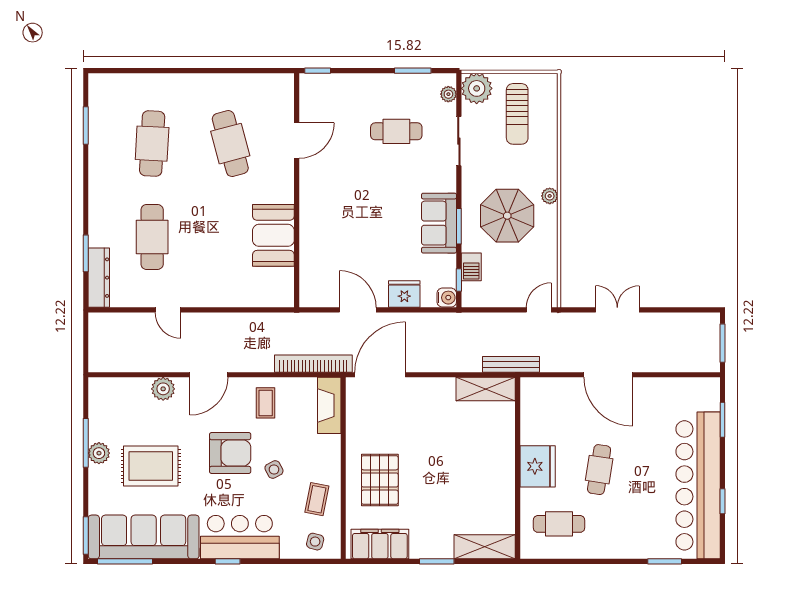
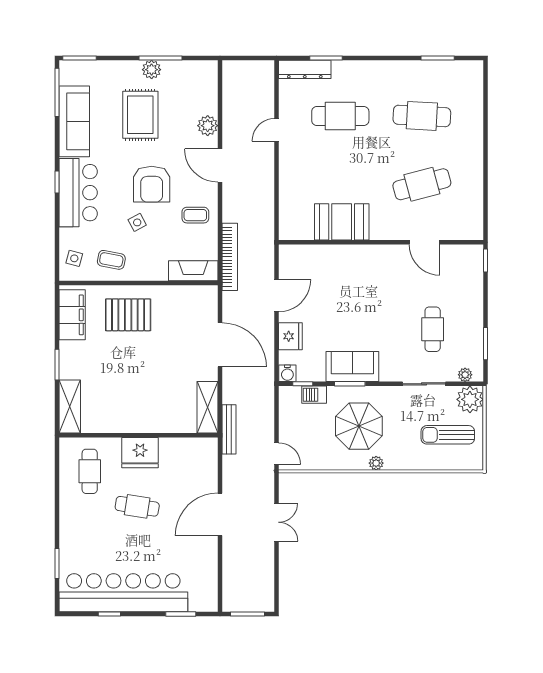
door: (380, 375) -> (220, 345), moved
sofa: (144, 537) -> (74, 121), width x0.74, depth x0.79

